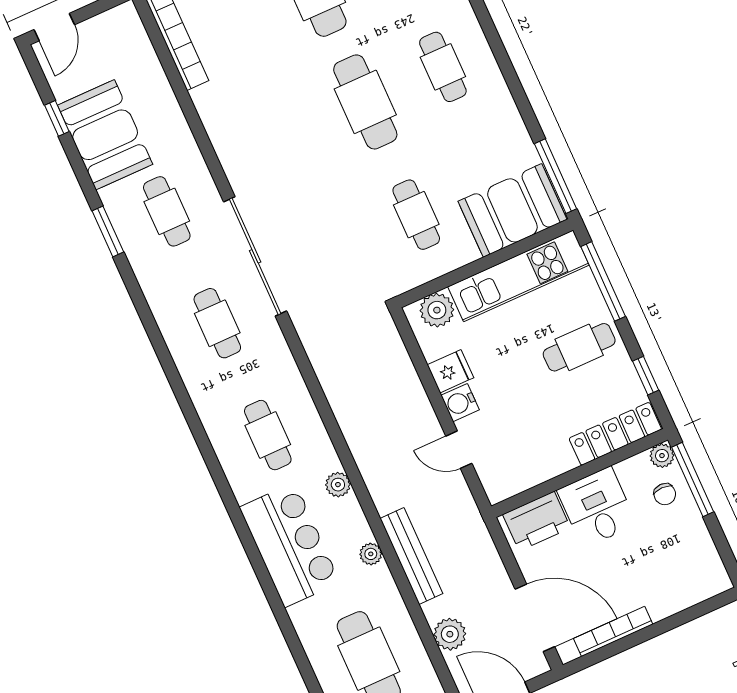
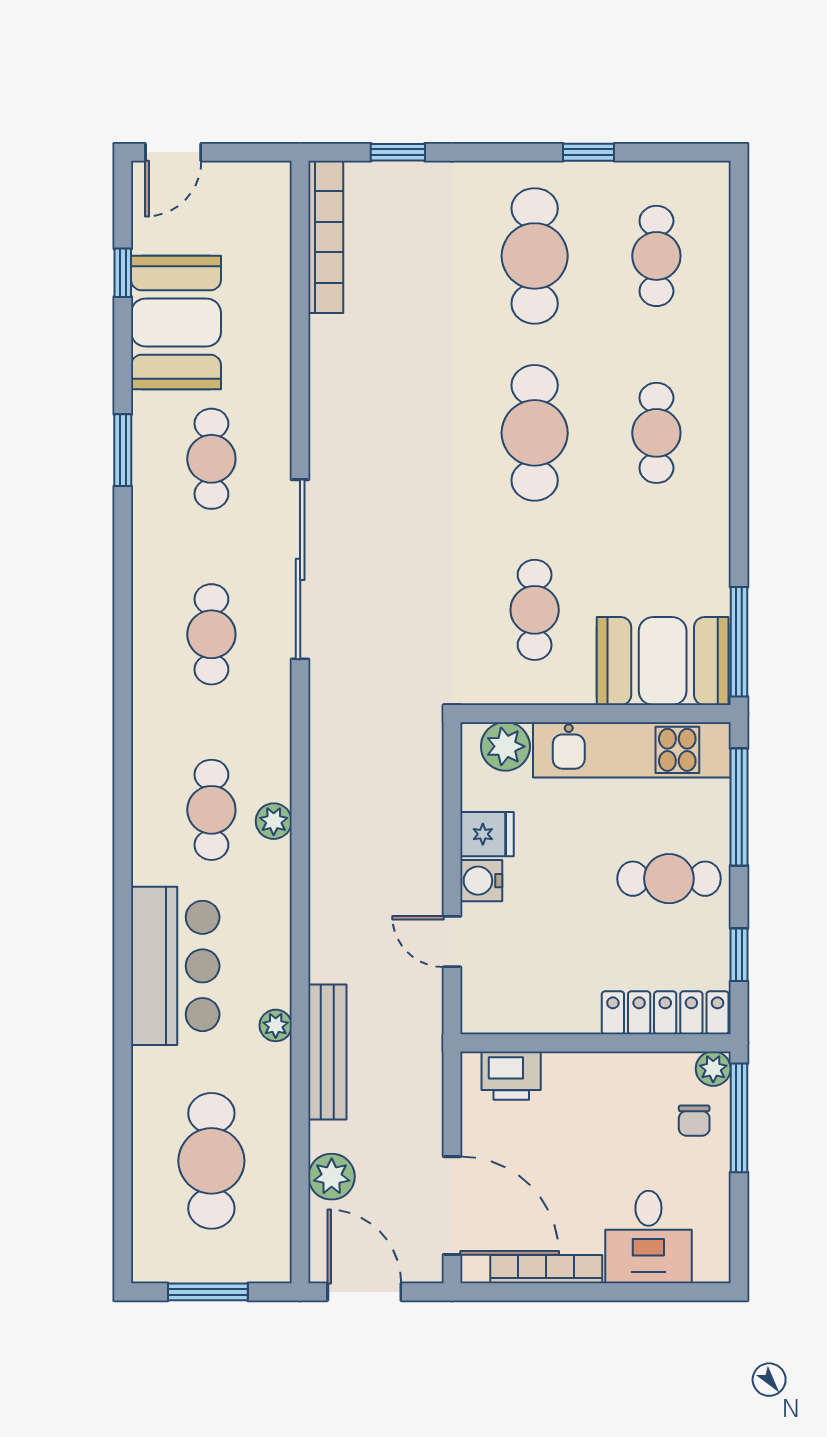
plant: (338, 485) -> (274, 821), moved
desk: (597, 507) -> (648, 1237), moved, turned 180
printer: (537, 521) -> (511, 1076), width x0.73, depth x0.84

